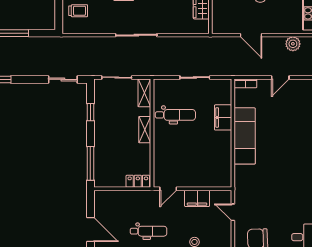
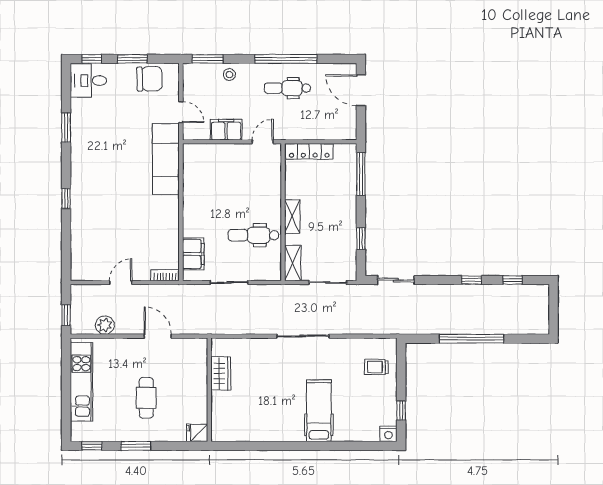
filing cabinet: (223, 117) -> (193, 254), moved
exam couch: (245, 136) -> (166, 159), moved
locker: (138, 181) -> (309, 151), width x1.53

